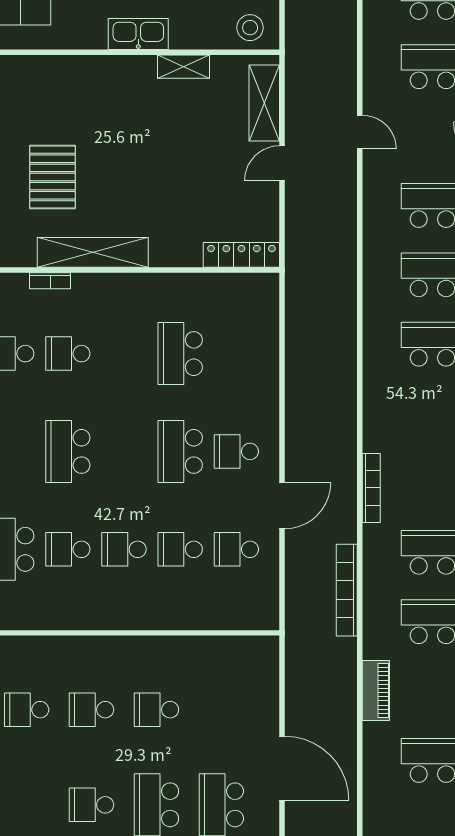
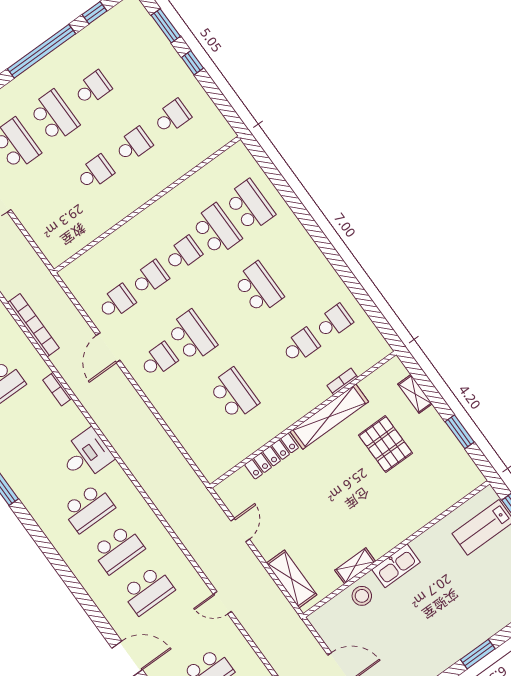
stool: (250, 28) -> (362, 596), moved
door: (282, 163) -> (240, 530), moved
locker: (241, 255) -> (272, 456), moved
desk: (393, 404) -> (86, 455), added
bookcase: (371, 488) -> (57, 389), width x0.64
school desk: (68, 549) -> (216, 230), width x1.85

